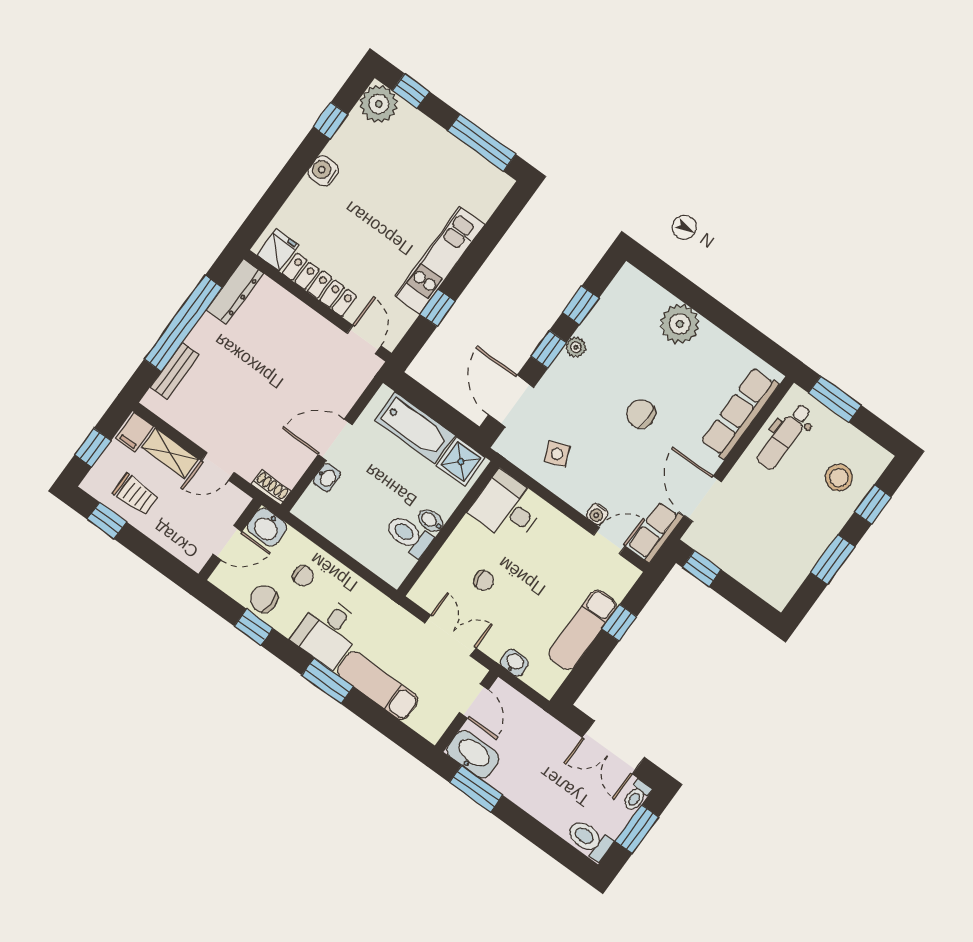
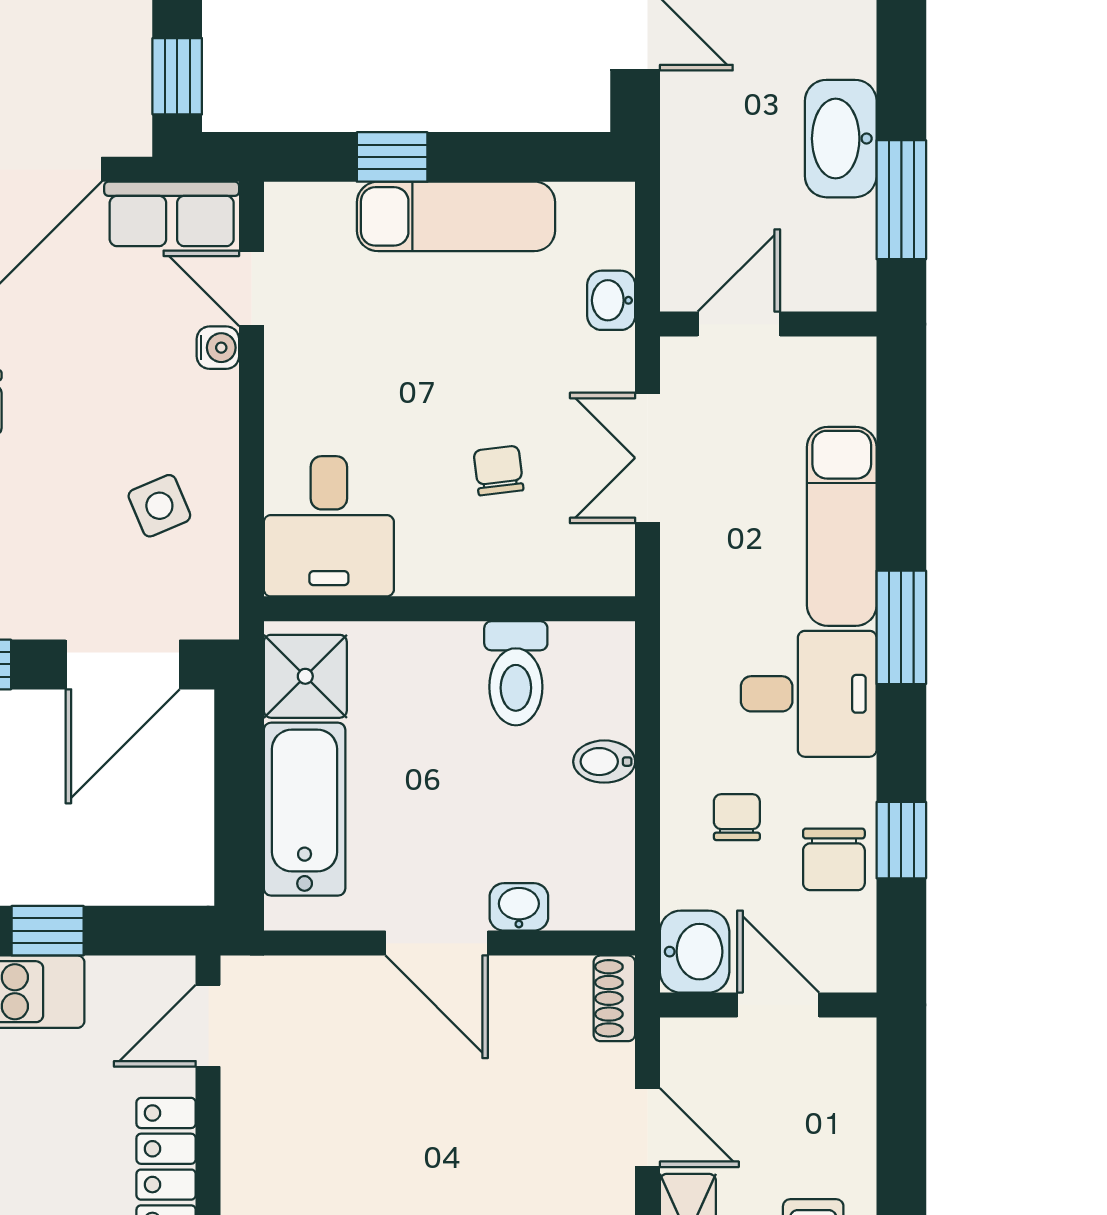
bidet: (431, 521) -> (604, 762), moved, turned 90
washbasin: (473, 754) -> (841, 139), moved

